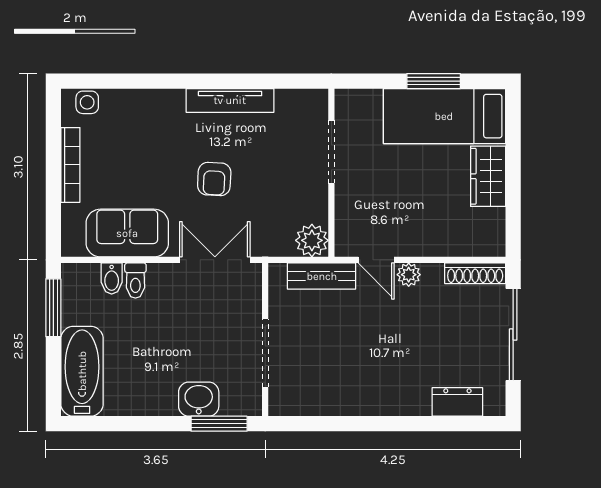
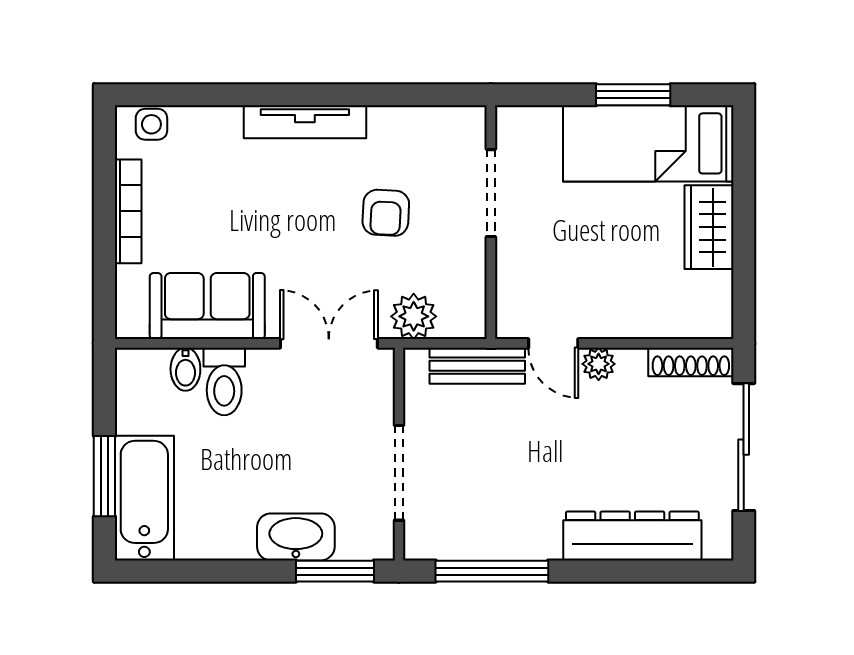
tv unit: (230, 100) -> (305, 122), moved
armchair: (214, 179) -> (386, 213), moved
plant: (312, 240) -> (414, 316), moved
toilet: (135, 280) -> (224, 381), width x1.37, depth x1.39
window: (53, 308) -> (104, 476), moved
washbasin: (199, 399) -> (296, 537), width x1.38
dresser: (457, 402) -> (632, 536), width x1.96, depth x1.24
window: (332, 424) -> (492, 571), added

